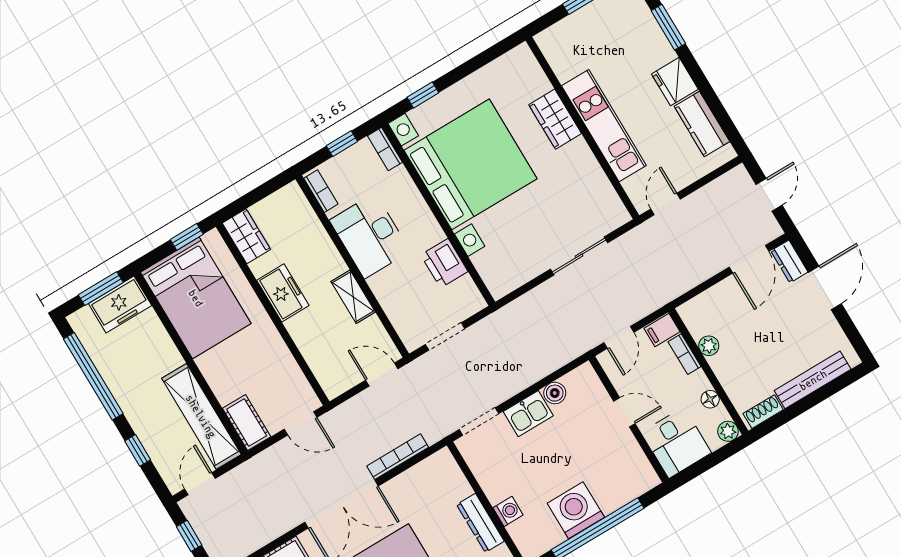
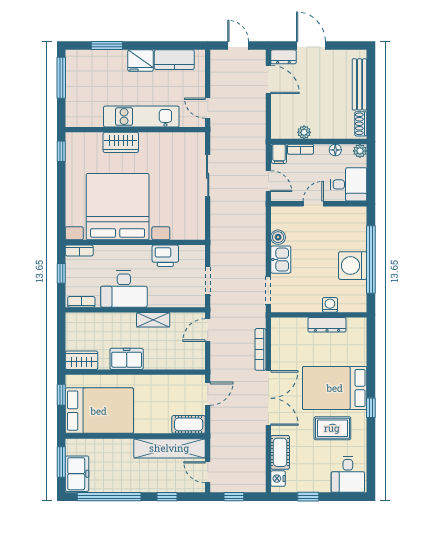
window: (423, 95) -> (61, 151), moved
freezer: (120, 304) -> (77, 474), moved

